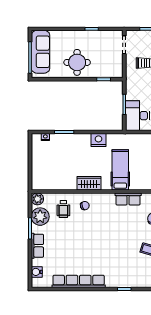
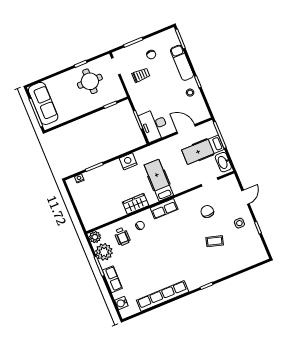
round table: (77, 62) -> (90, 81), moved
row of seats: (128, 199) -> (164, 209), moved

